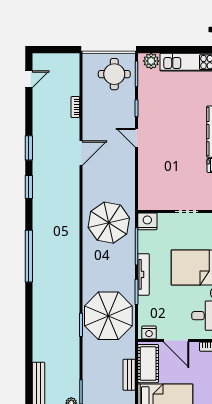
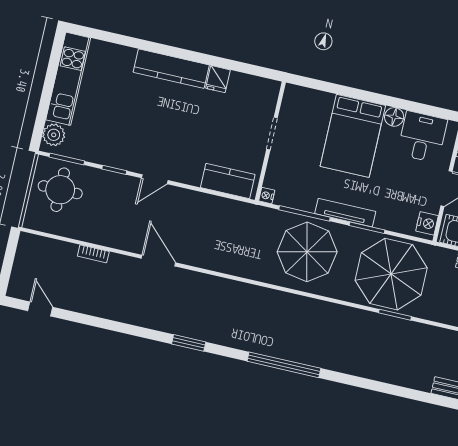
window: (29, 148) -> (135, 331), removed
kitchen counter: (147, 188) -> (228, 181), added
nightstand: (147, 221) -> (267, 196), width x0.53, depth x0.56
parasol: (109, 223) -> (307, 252), moved

